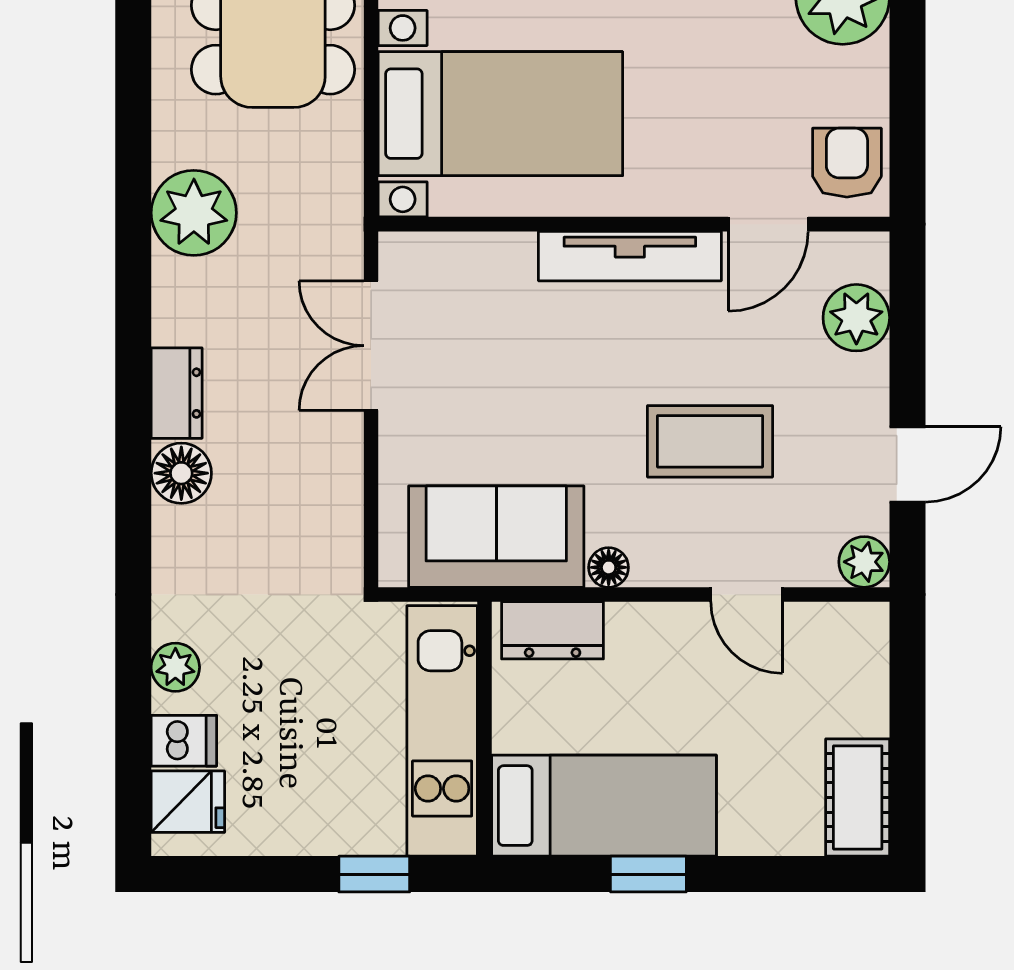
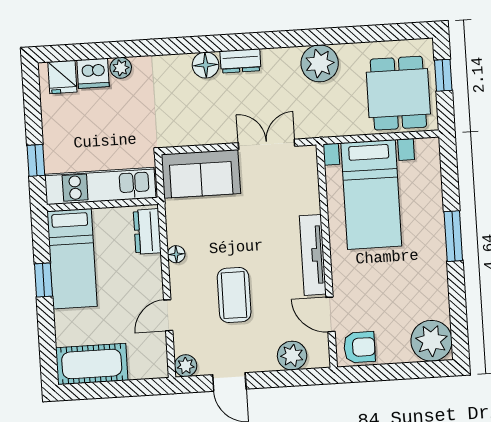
sofa: (496, 537) -> (201, 174), moved, turned 90
dishwasher: (184, 741) -> (93, 73), width x1.38
cot: (858, 797) -> (92, 364), width x1.37, depth x1.34

